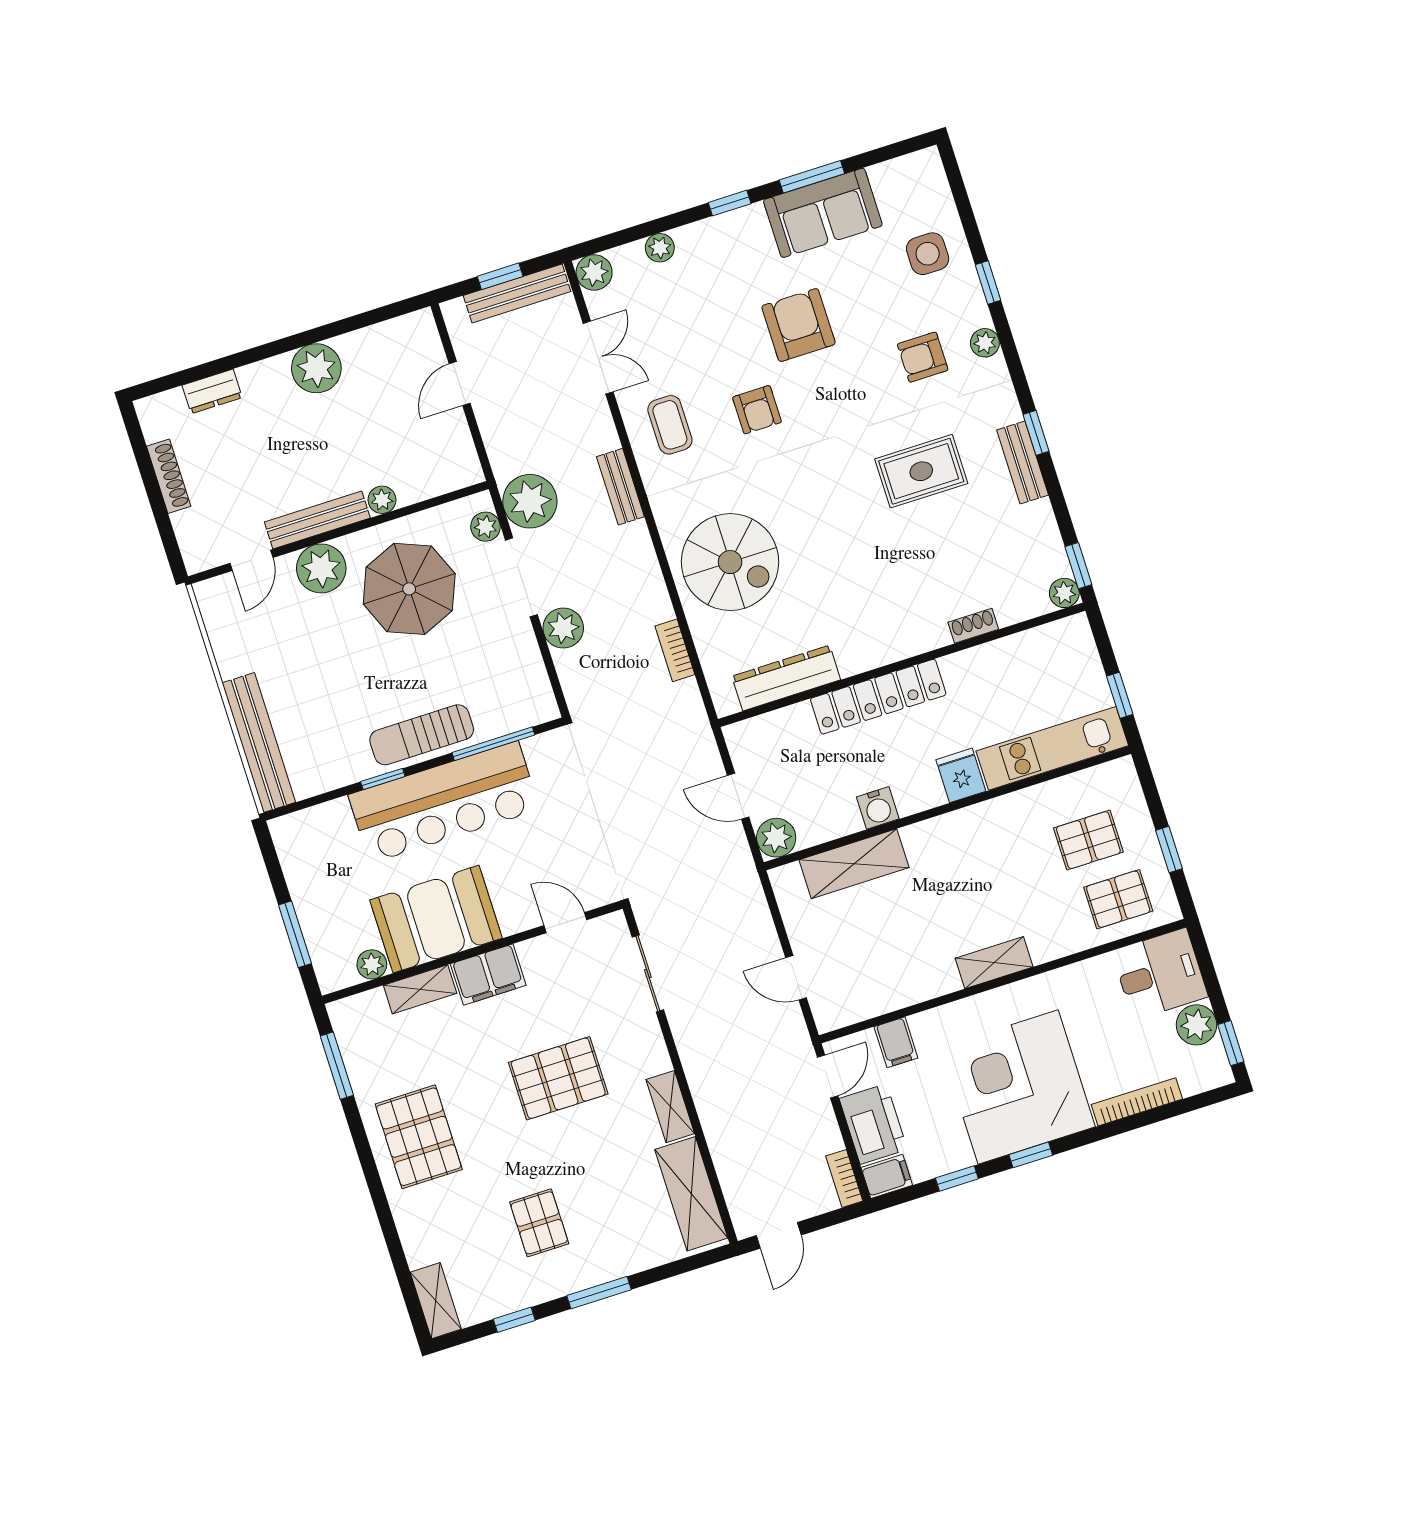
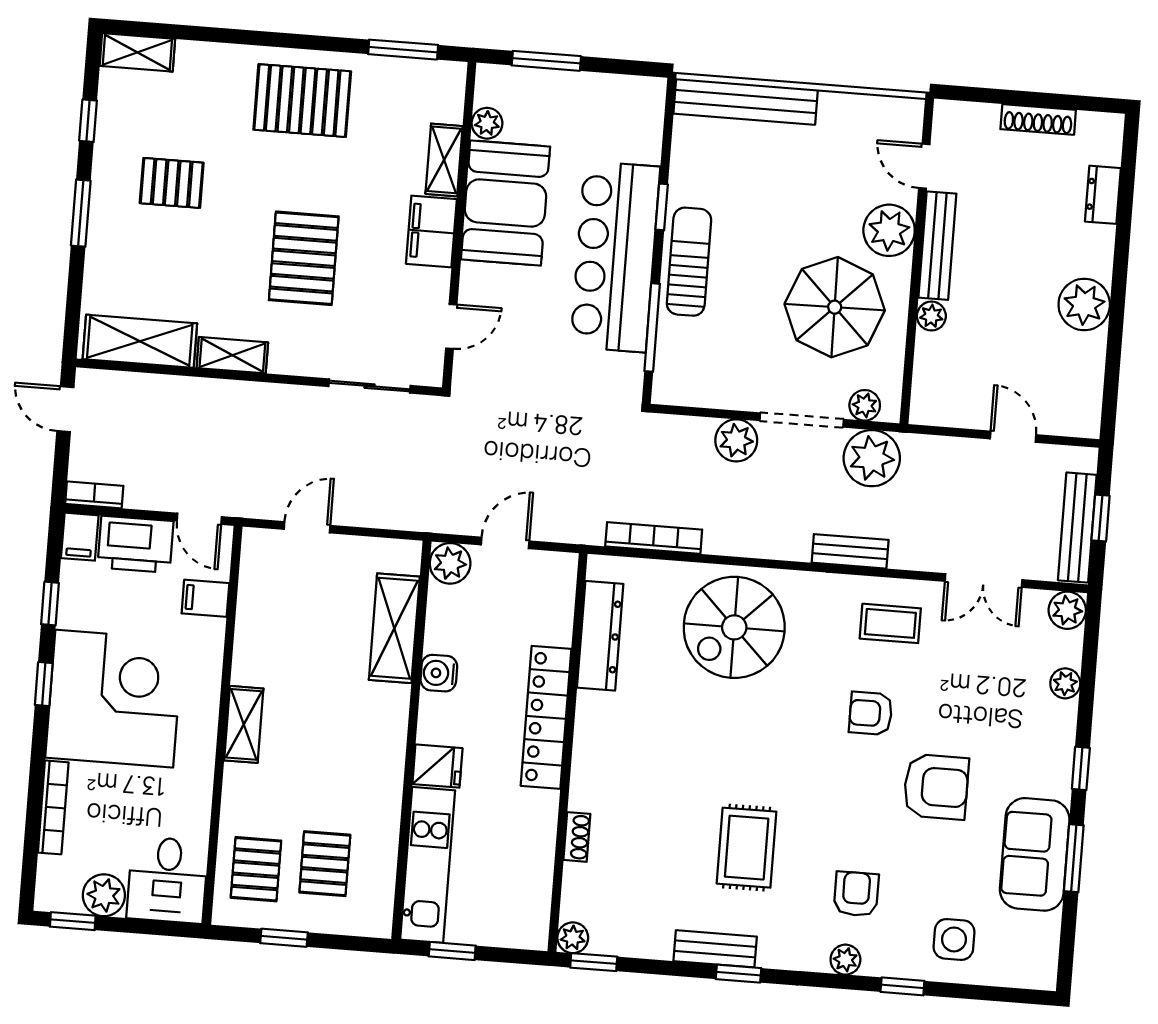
bookcase: (675, 650) -> (654, 538), width x1.56

